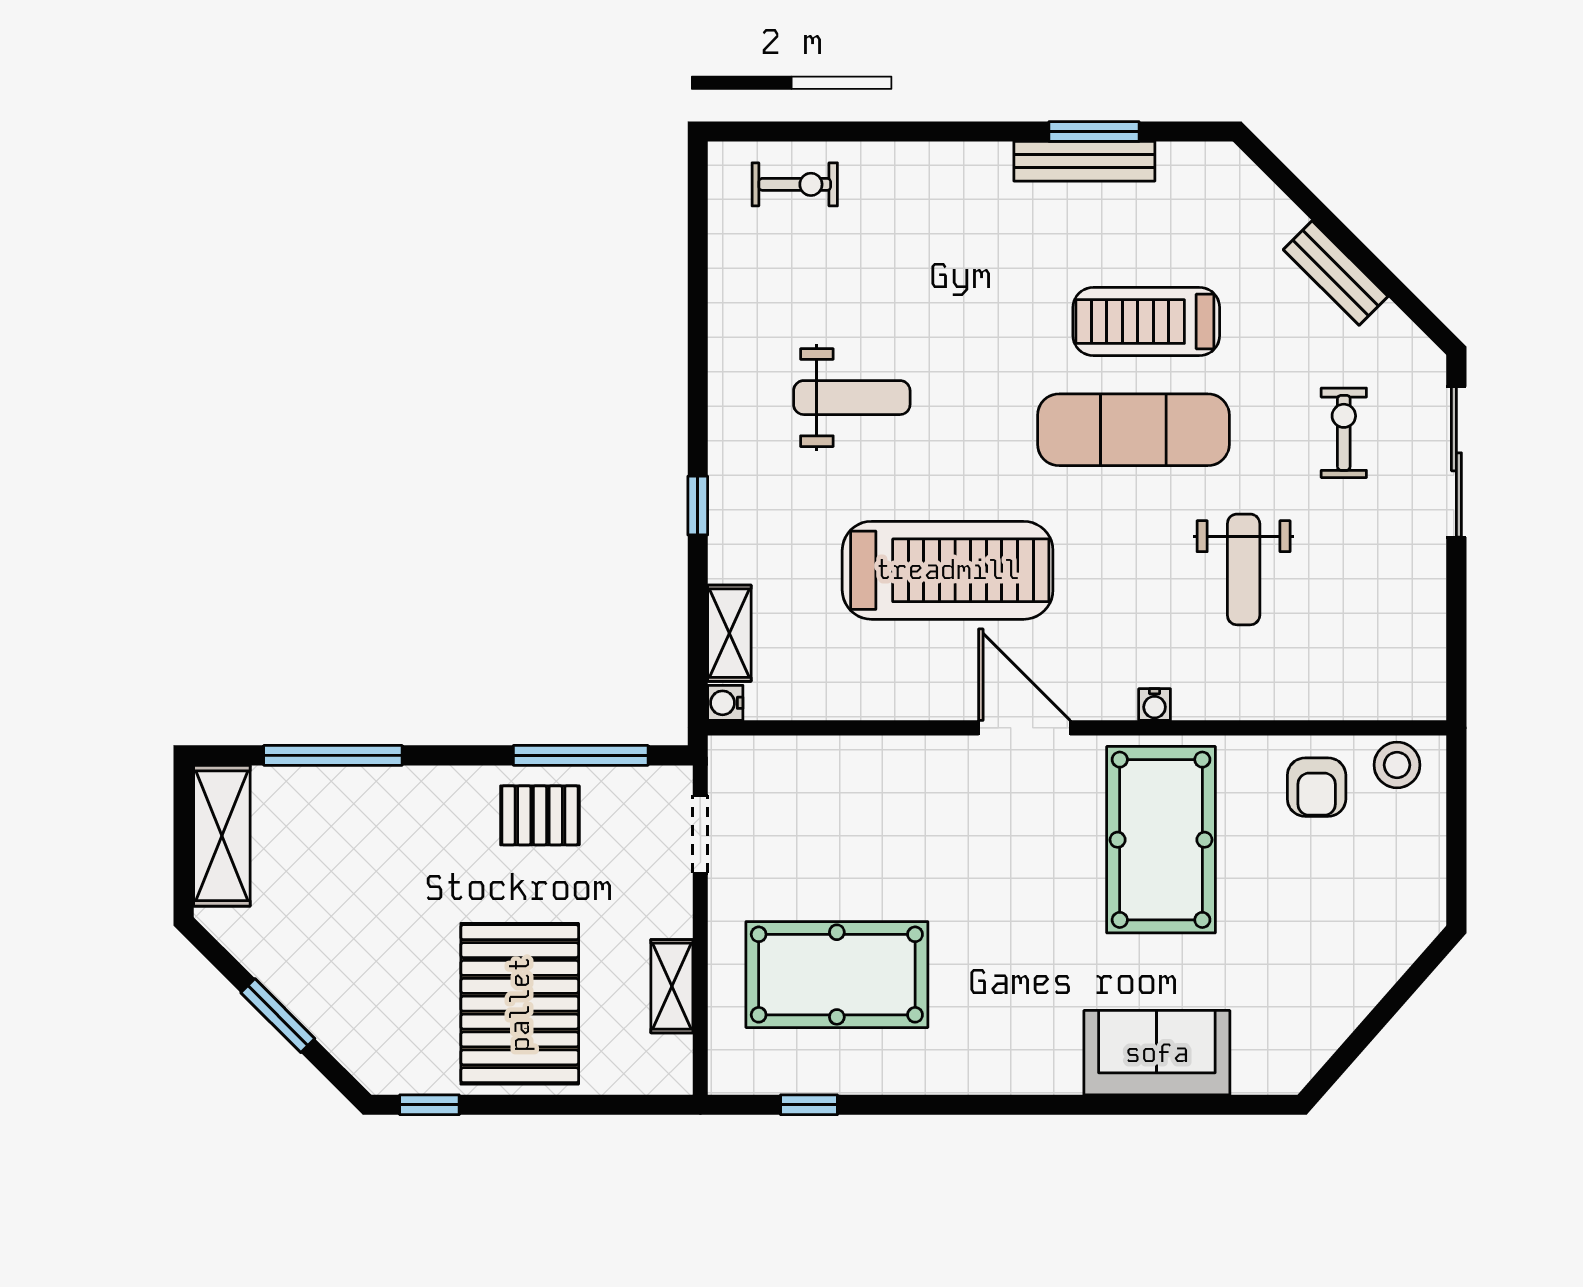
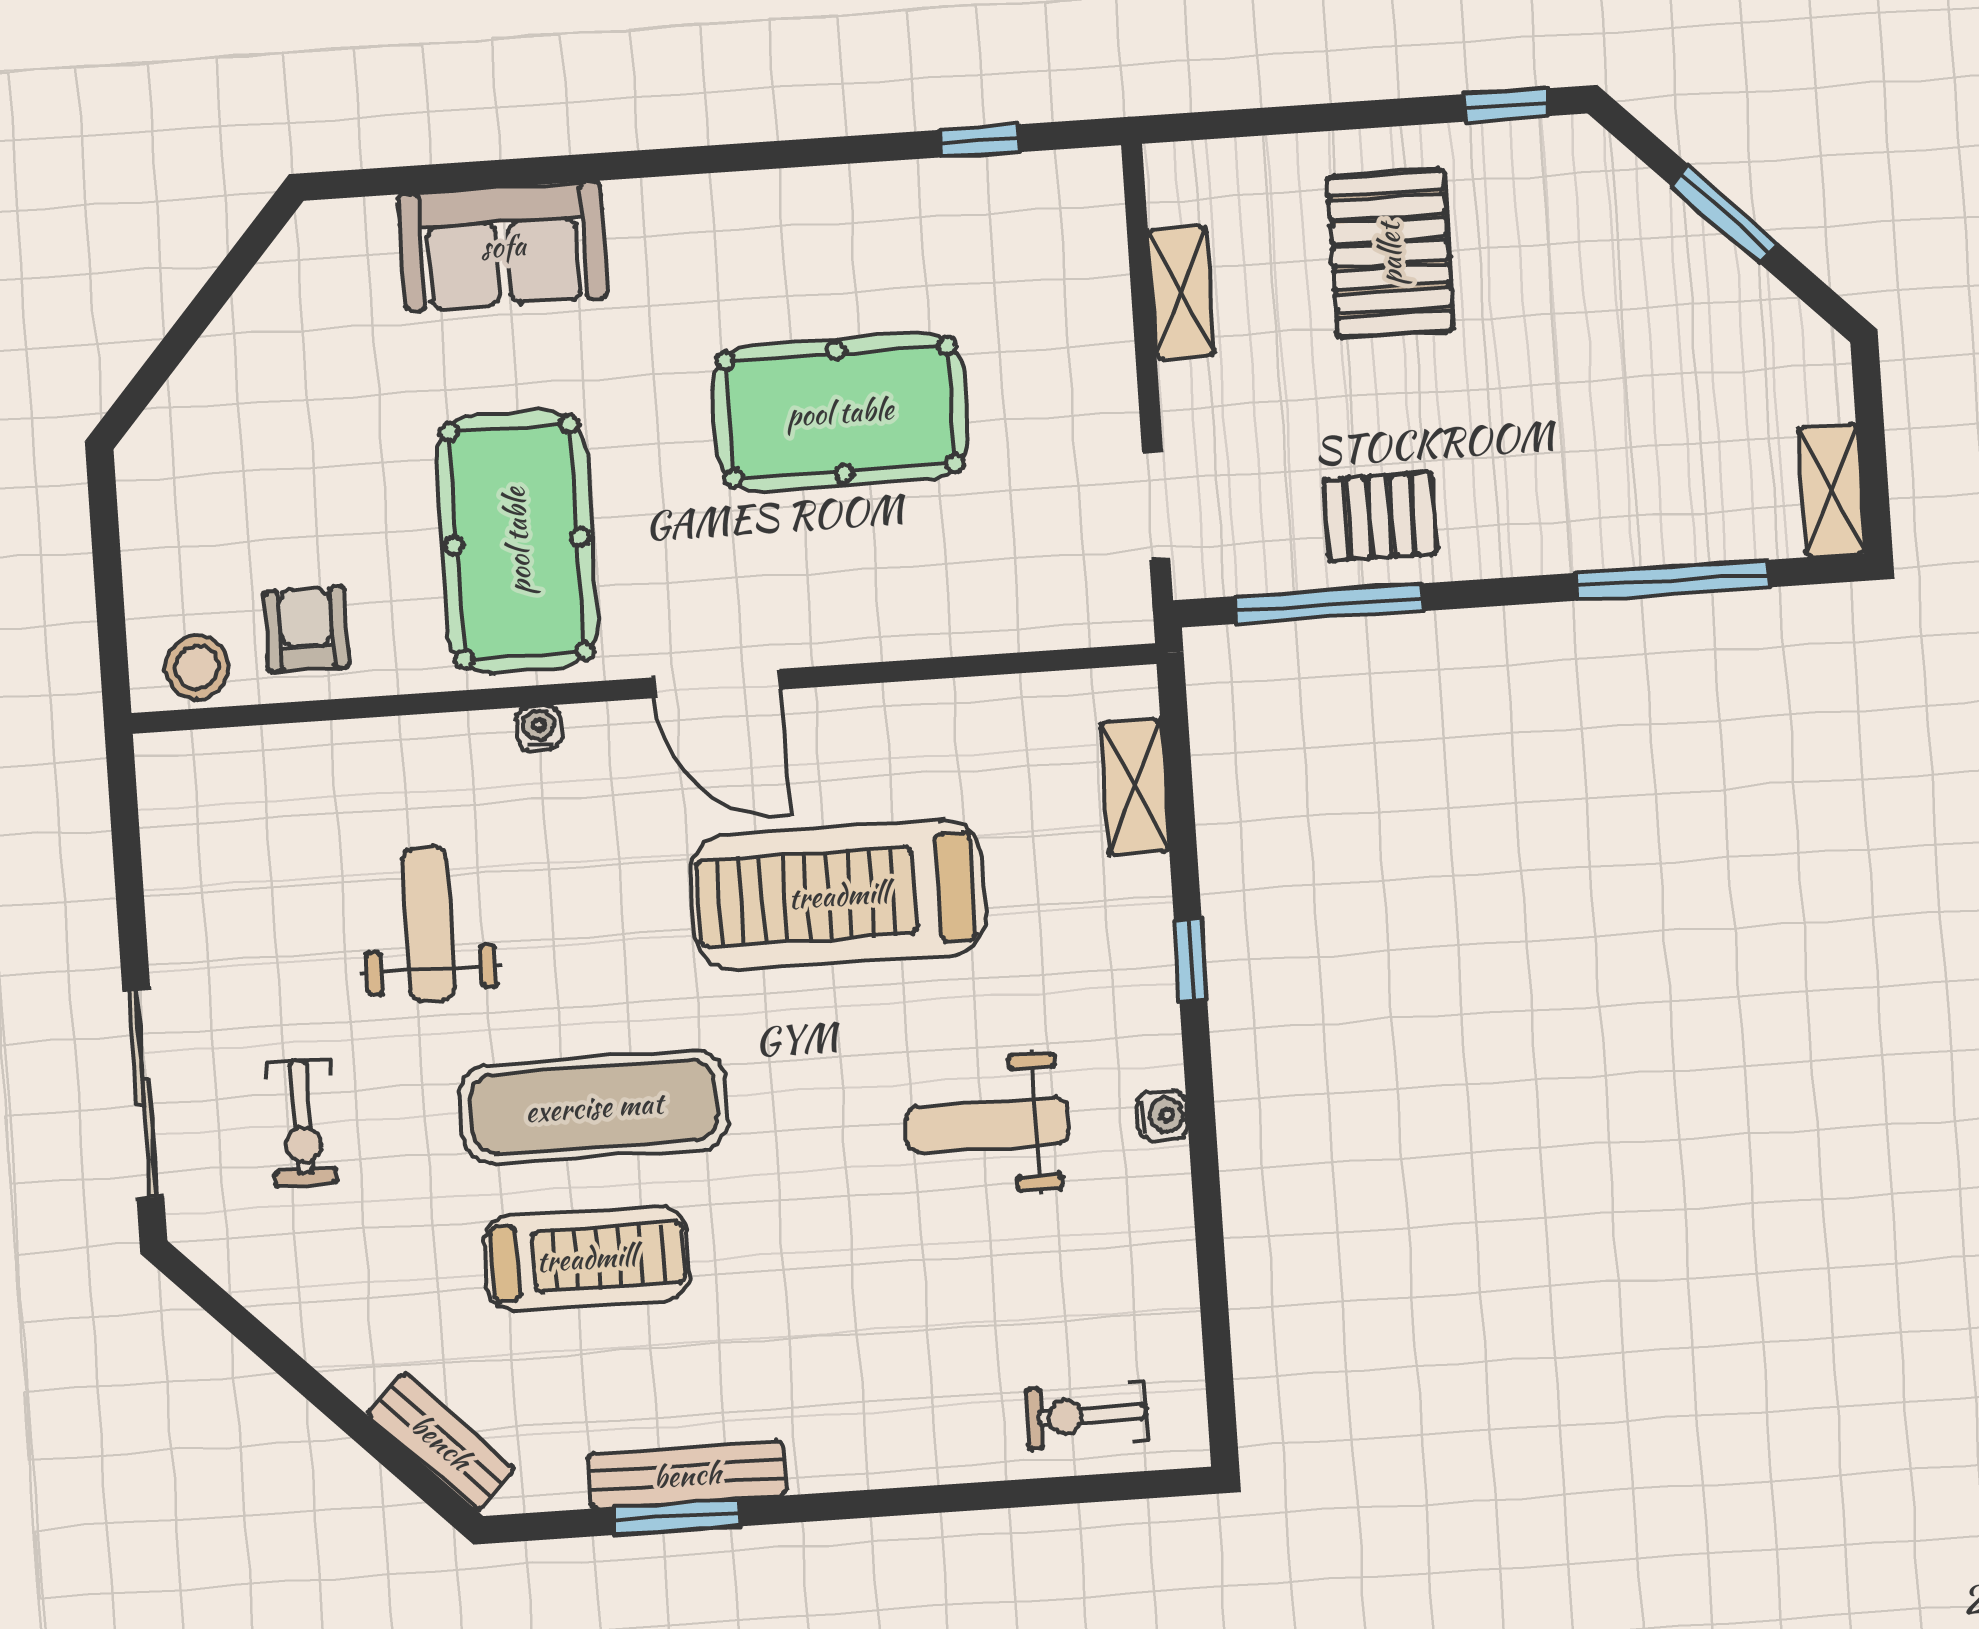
bench: (1336, 273) -> (441, 1442), moved
water cooler: (725, 703) -> (1163, 1115), moved
shelving: (222, 836) -> (1831, 490), width x0.67, depth x0.75
pool table: (837, 975) -> (840, 412), moved
pallet: (520, 1004) -> (1390, 254), width x0.73, depth x0.71

